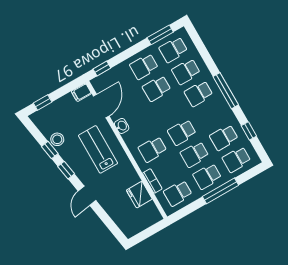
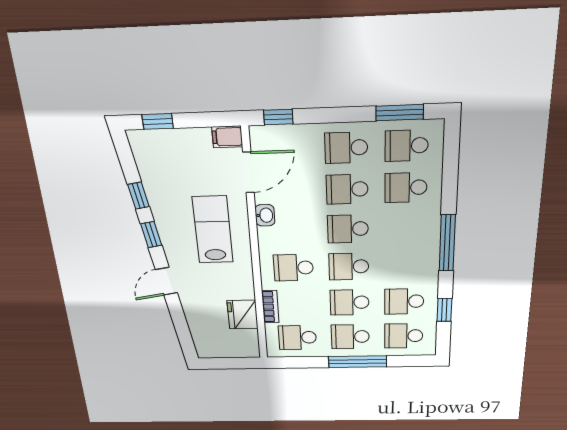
school desk: (199, 94) -> (348, 229), moved
stool: (57, 139) -> (157, 186), removed

